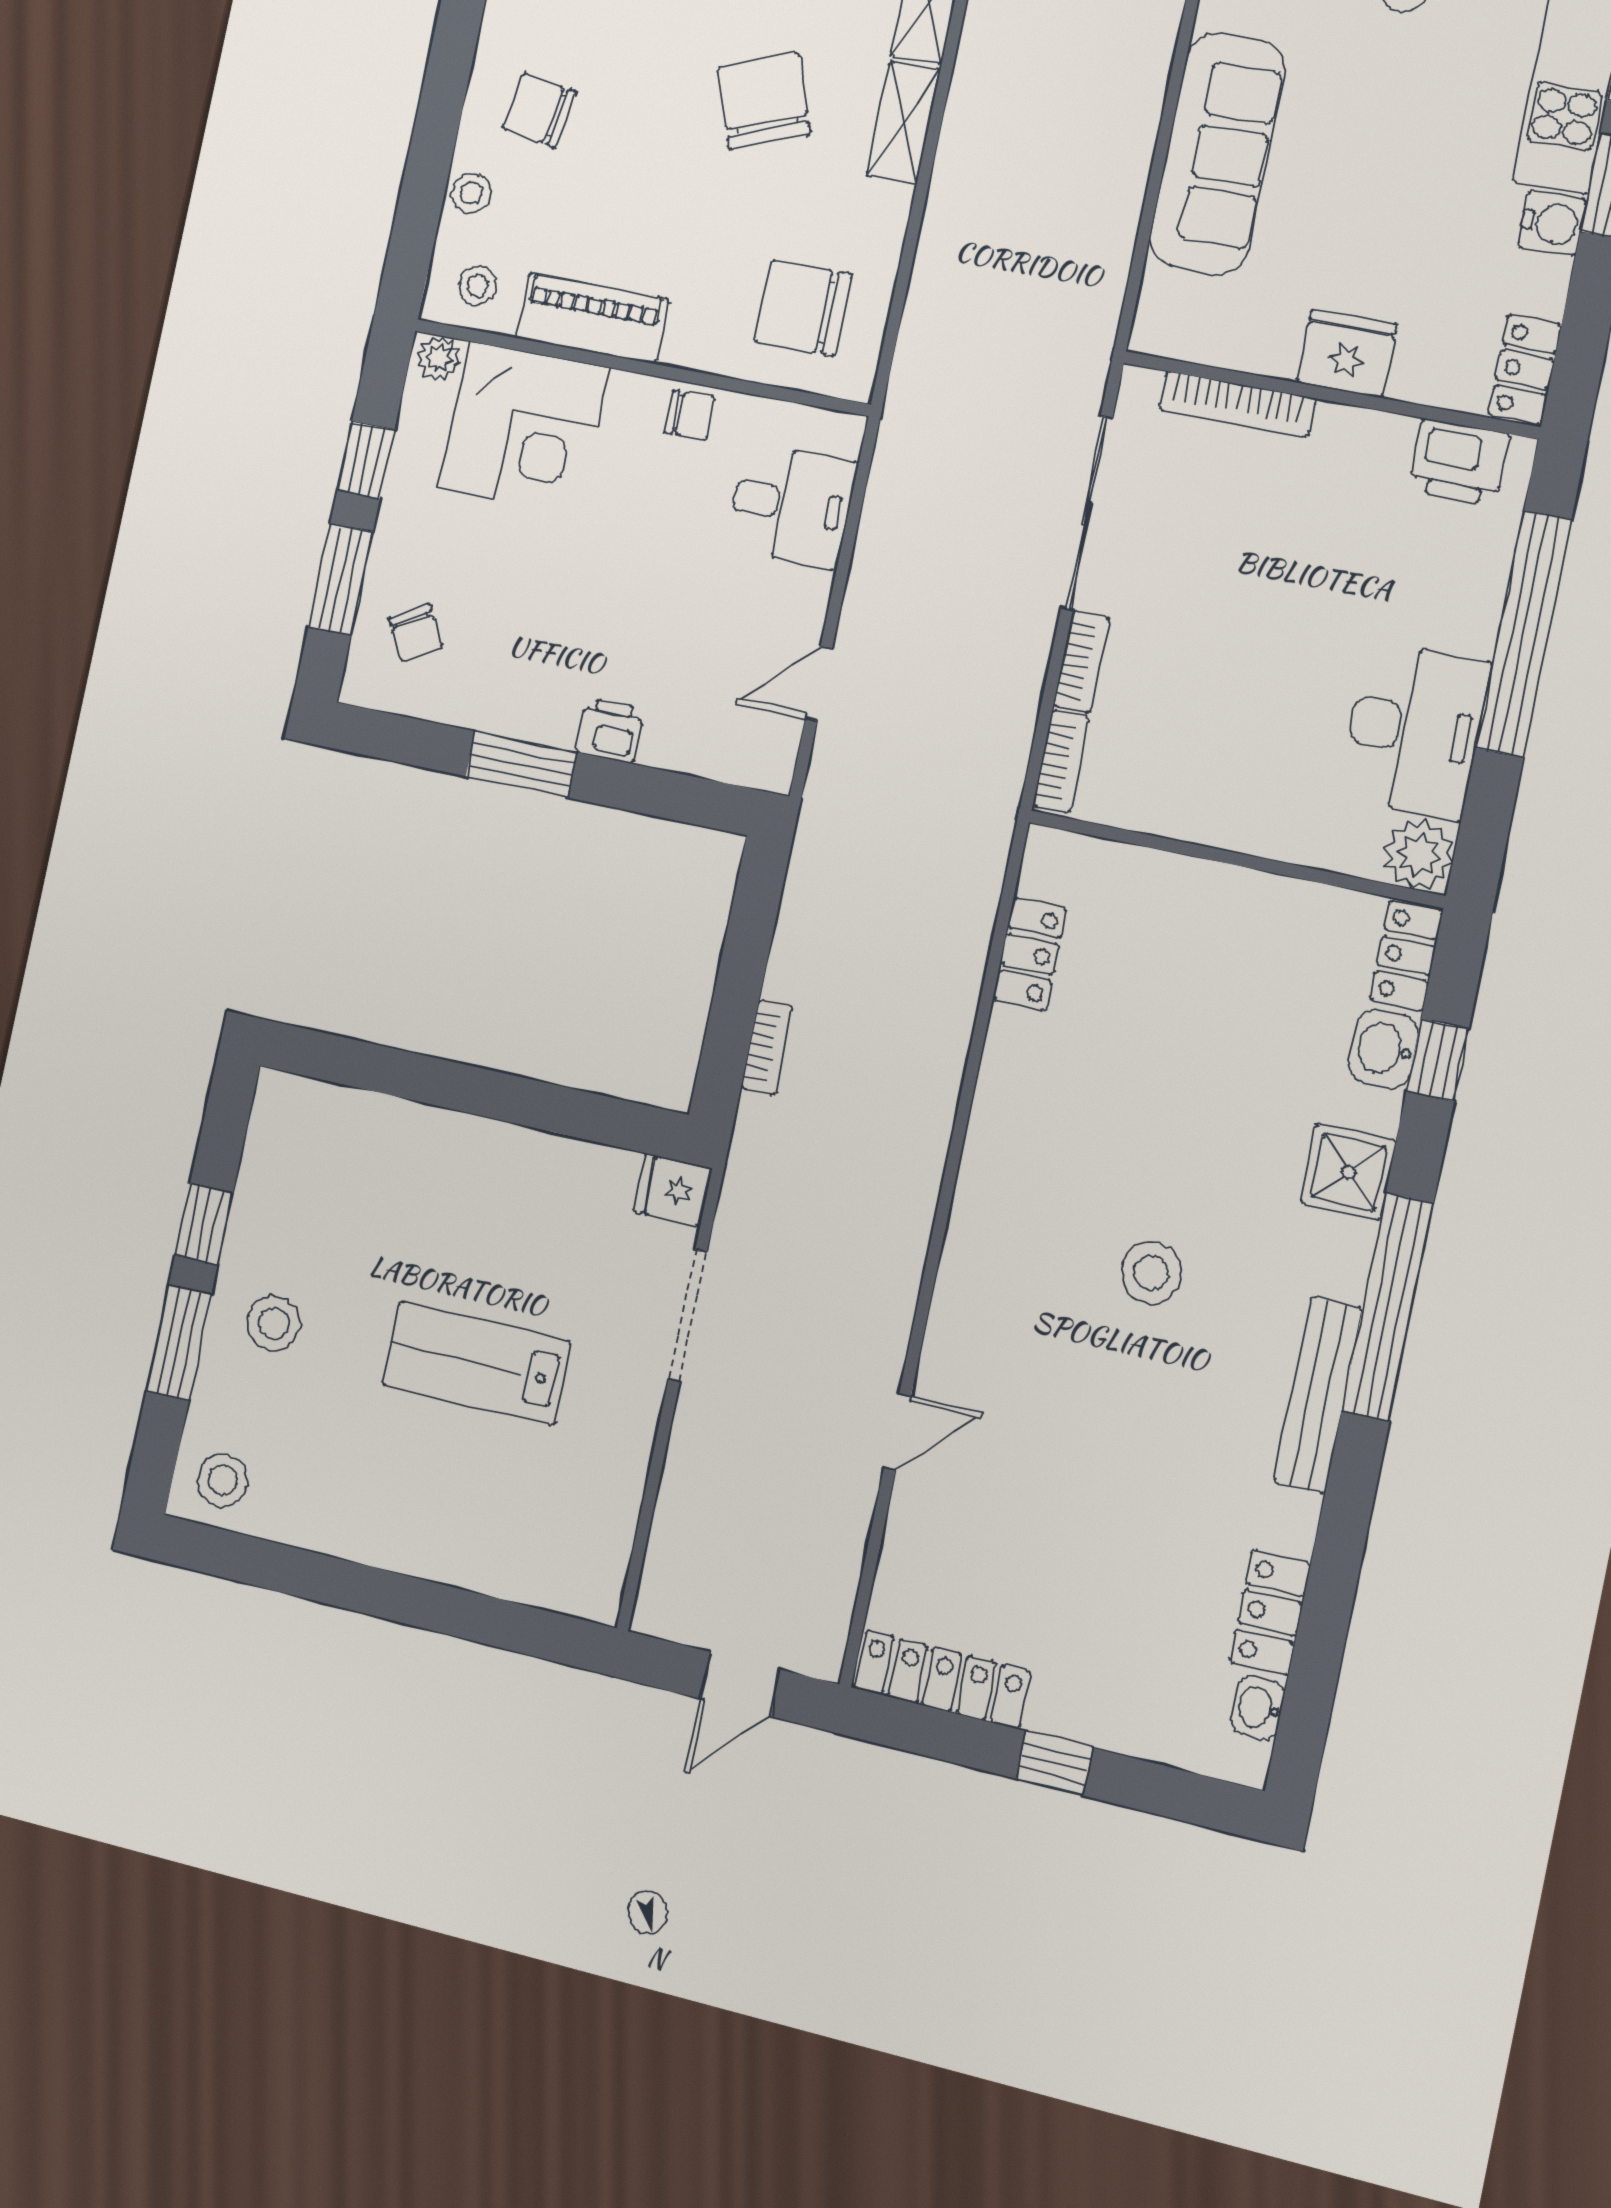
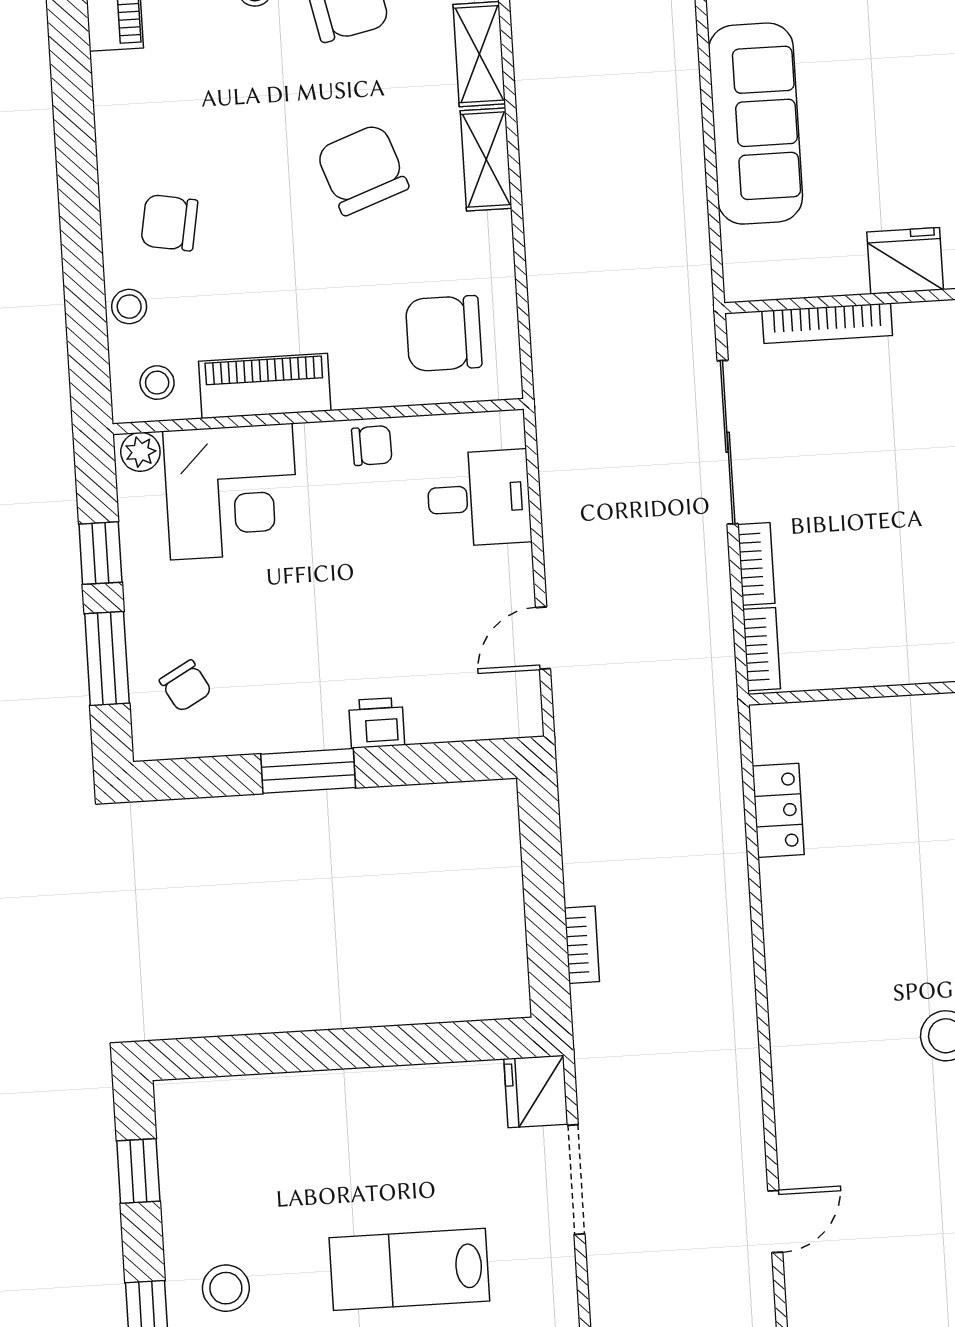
fridge: (673, 1190) -> (536, 1091), width x1.38
window: (204, 1224) -> (138, 1171), moved

